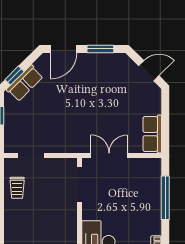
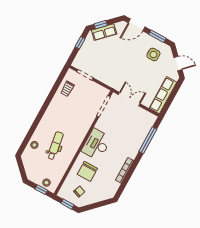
side table: (109, 77) -> (153, 54), added
row of seats: (152, 134) -> (163, 95), width x1.48

